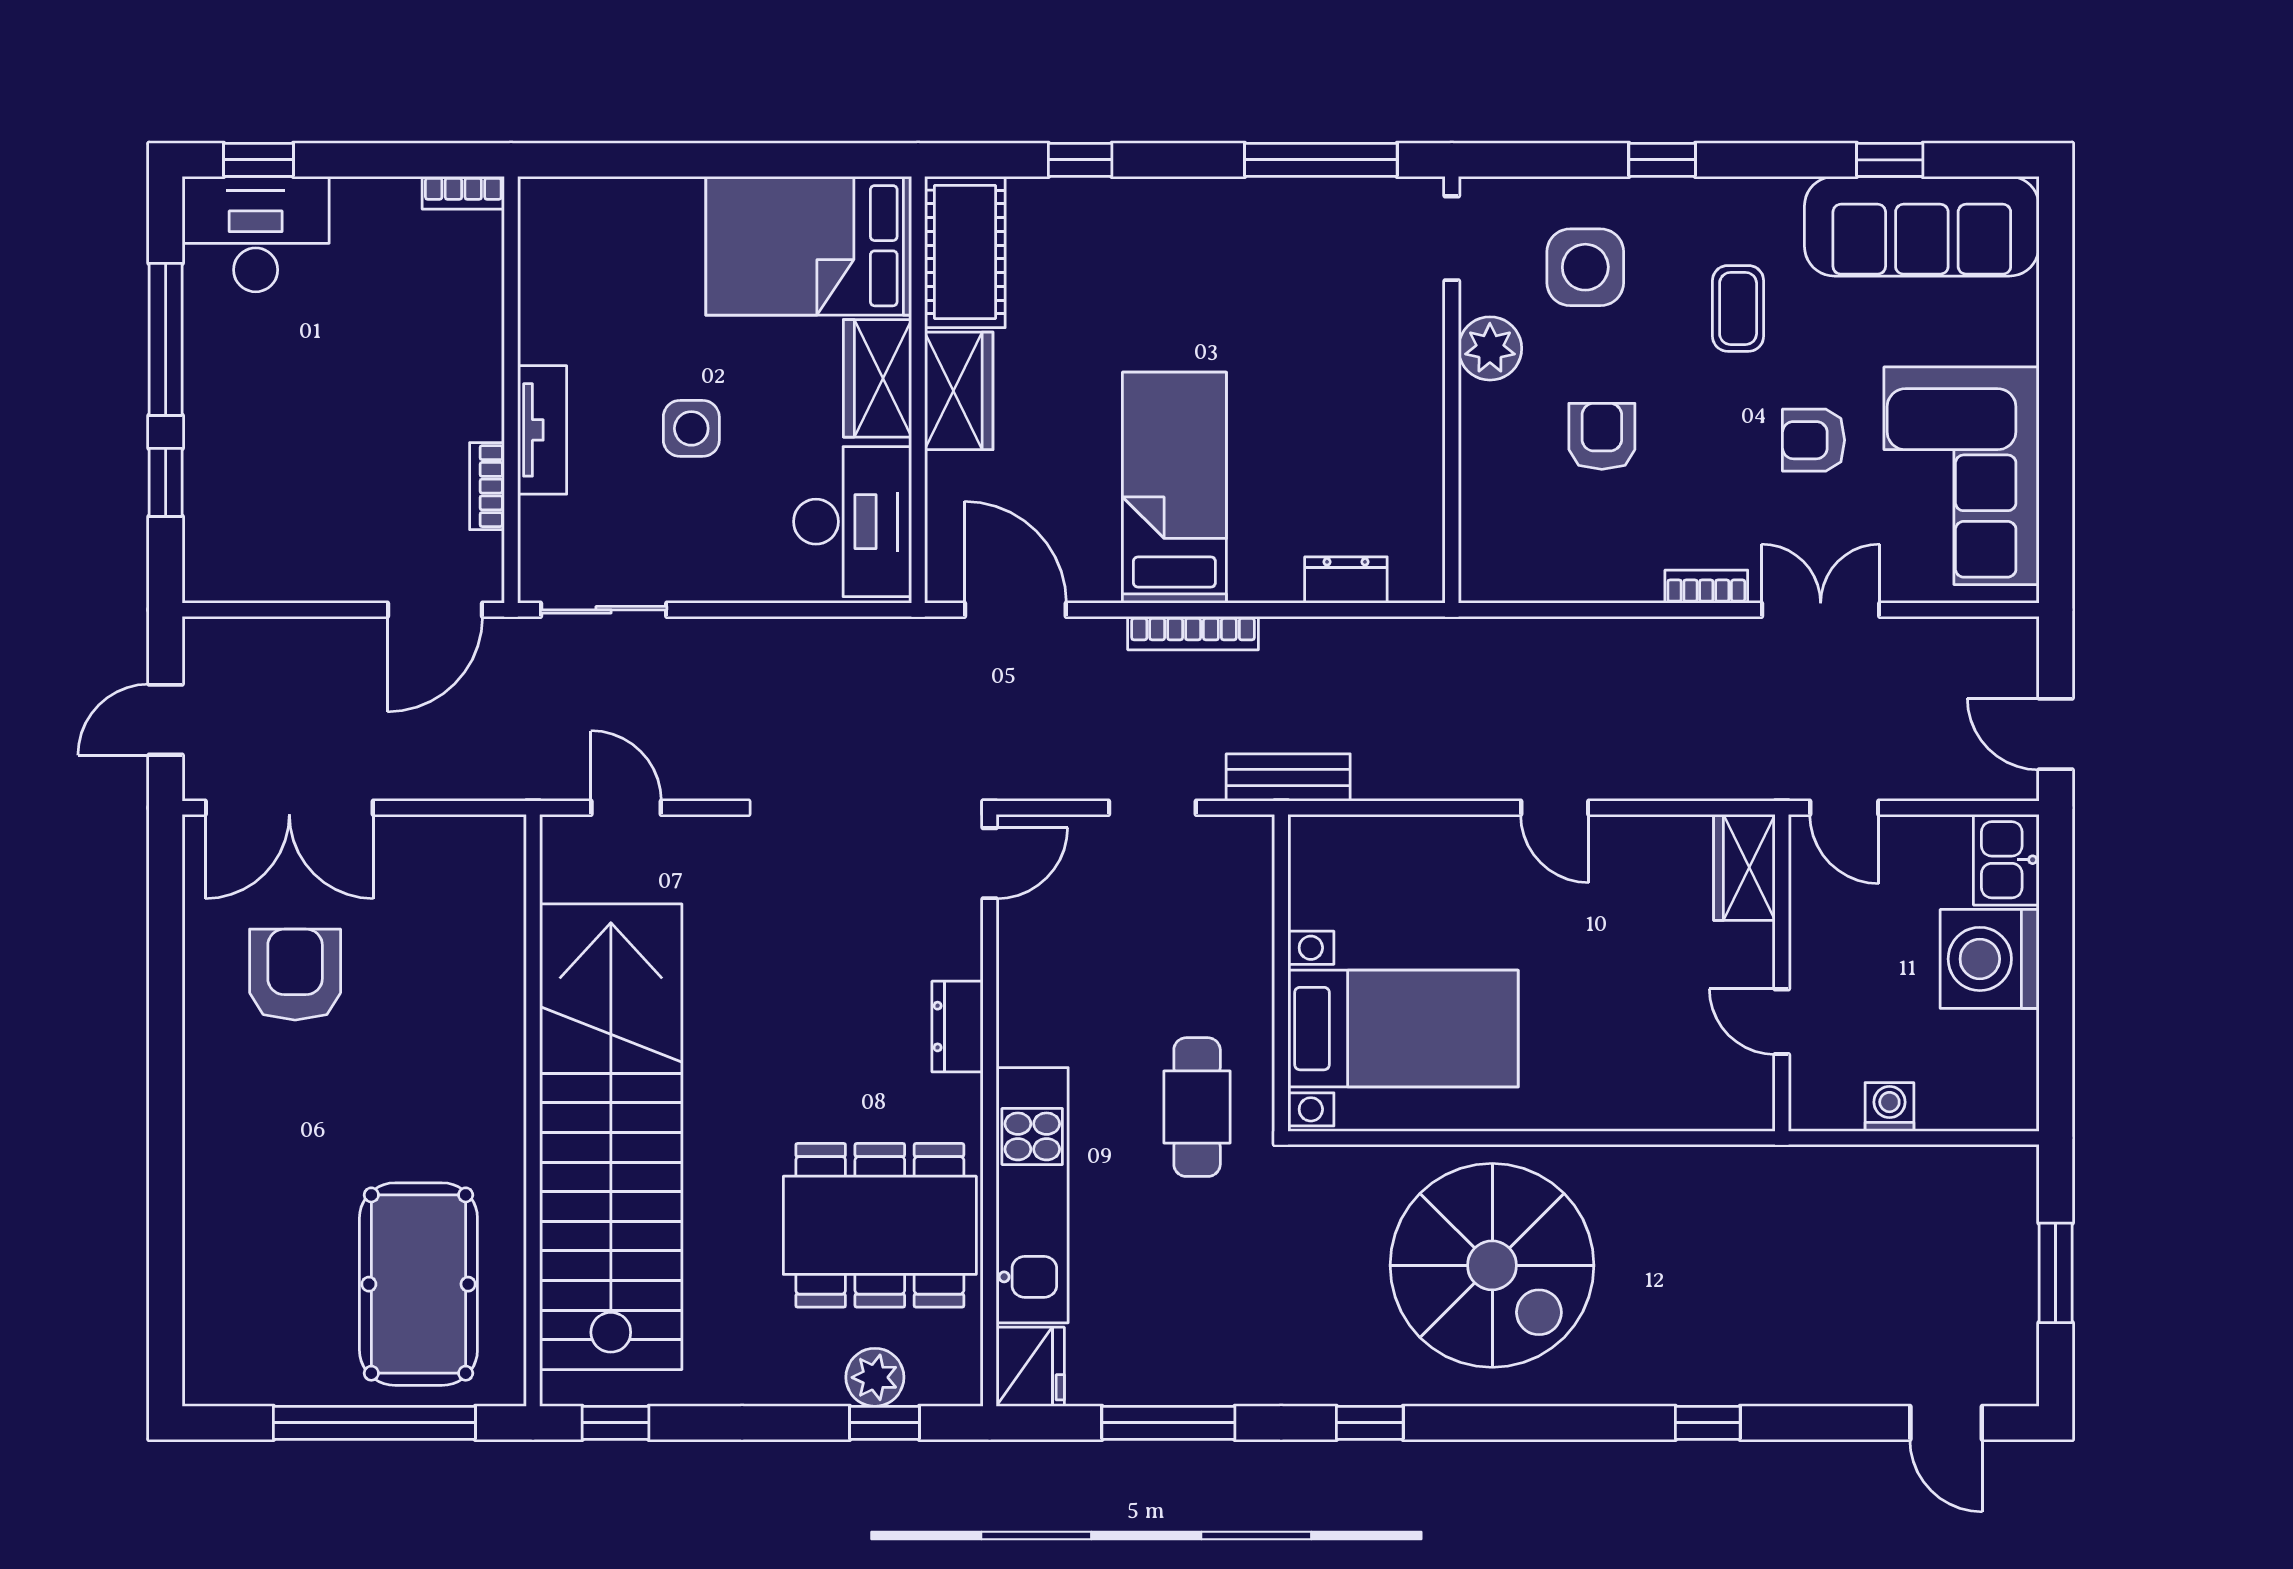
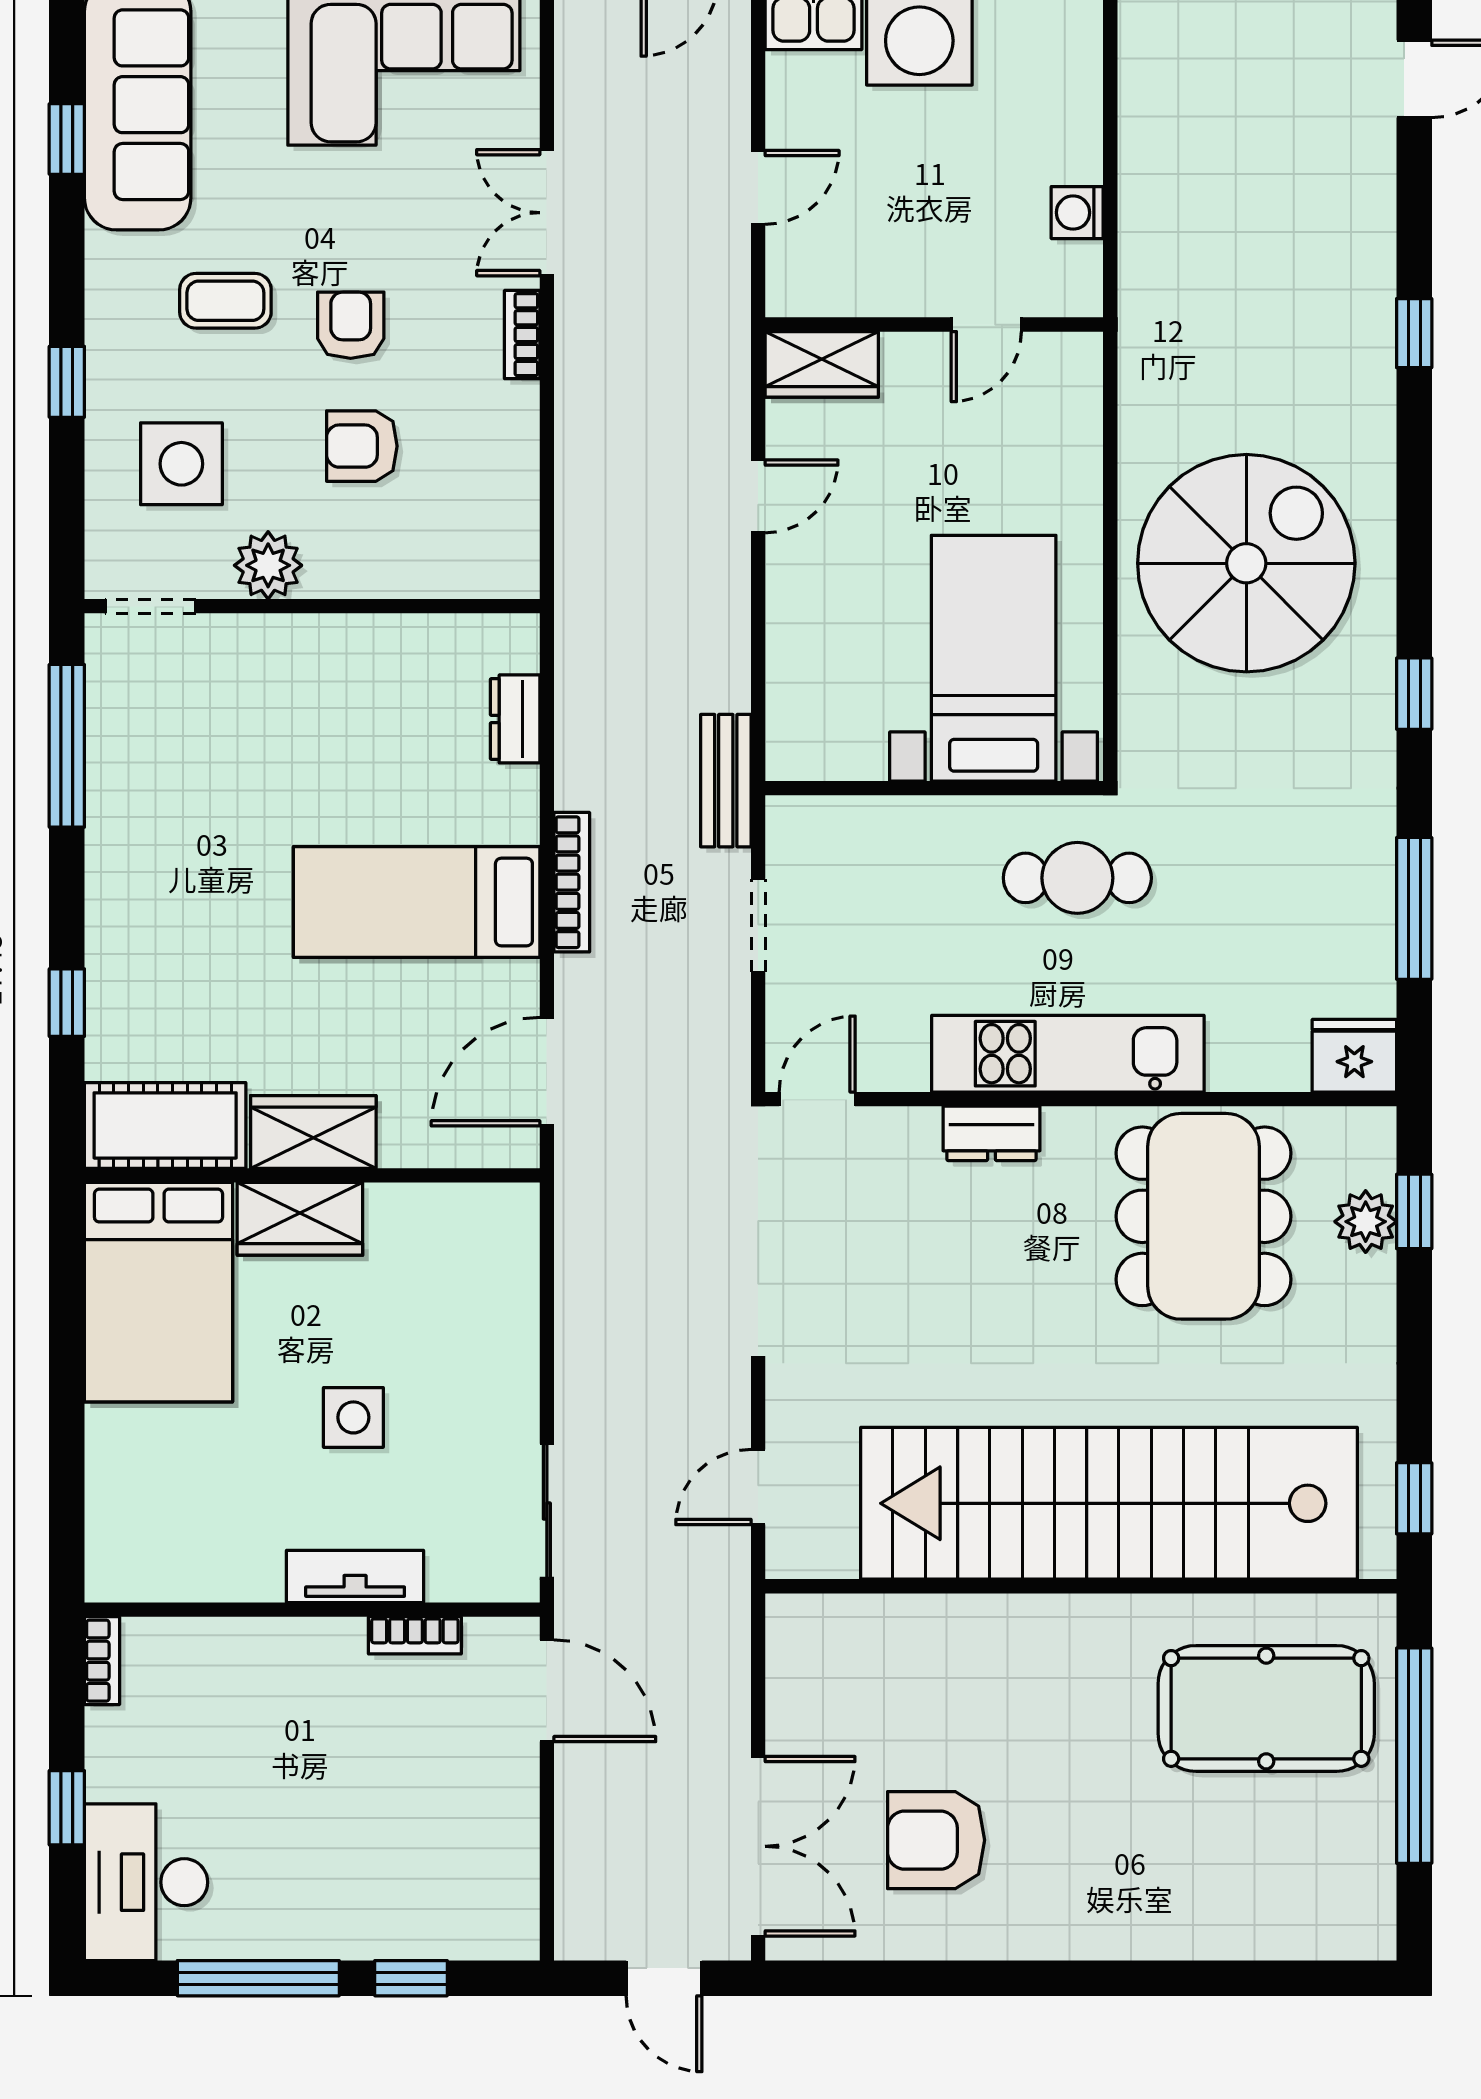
window: (258, 160) -> (67, 1808), moved
armchair: (1814, 440) -> (351, 325), moved, turned 180
desk: (853, 522) -> (453, 1245), removed
door: (990, 863) -> (817, 1099), hinge flipped
wardrobe: (1744, 867) -> (822, 364), moved
wall: (1782, 973) -> (934, 325), moved
door: (1782, 1022) -> (986, 325), moved
washing machine: (1889, 1107) -> (1077, 213), moved
kitchen unit: (1032, 1195) -> (1068, 1054), moved

